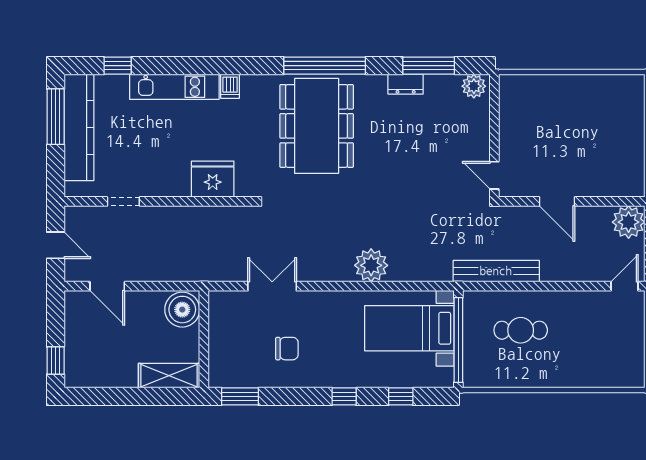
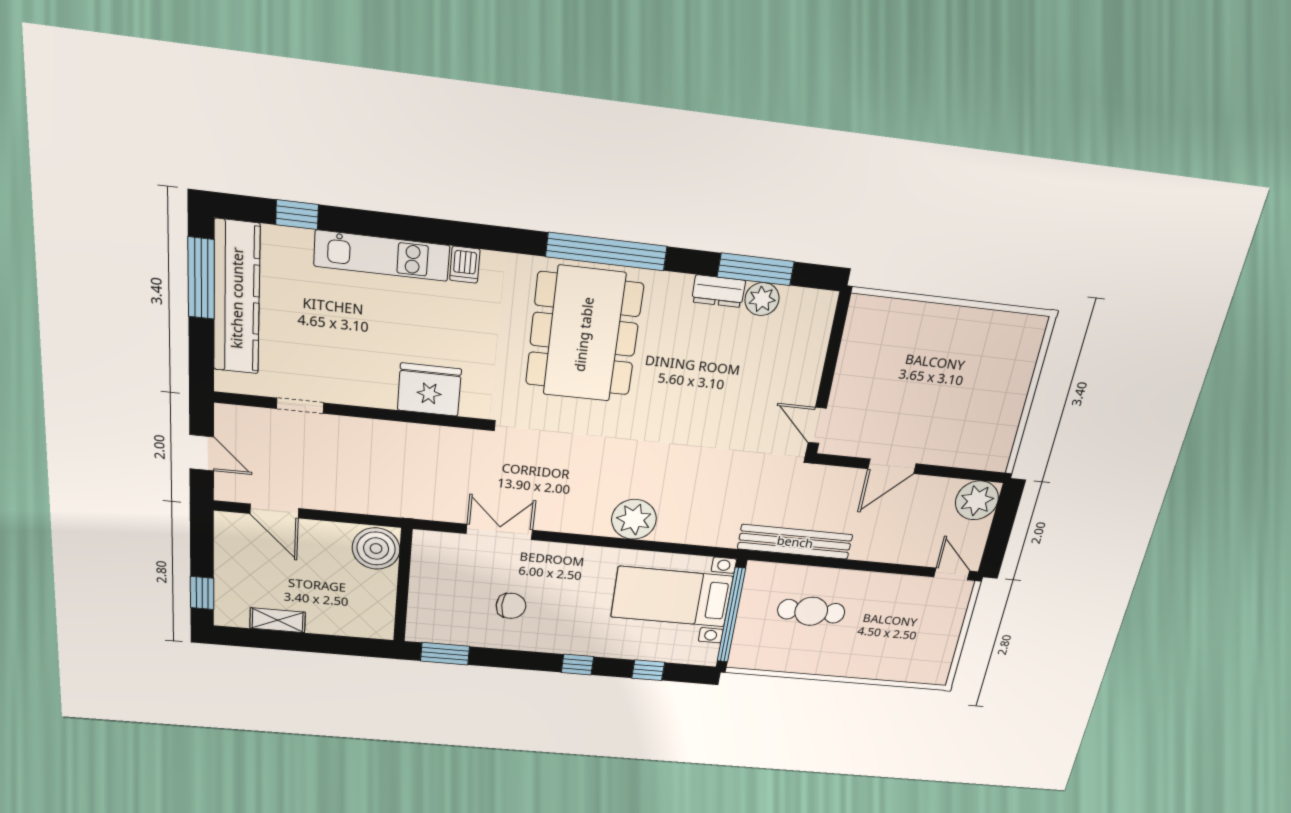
plant: (474, 86) -> (762, 299), moved
door: (557, 201) -> (892, 466), hinge flipped
door: (625, 286) -> (952, 574), hinge flipped
shelving: (169, 376) -> (278, 620), moved, width x0.67, depth x0.75

